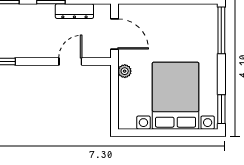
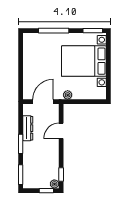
window: (221, 30) -> (54, 31), moved
door: (70, 61) -> (61, 131), hinge flipped

